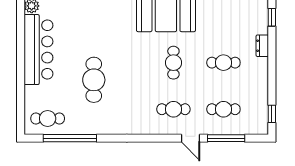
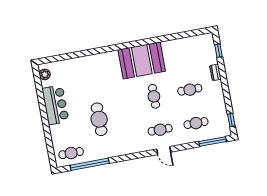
bar counter: (38, 50) -> (55, 105), width x0.73
door: (190, 138) -> (164, 151), moved
window: (226, 138) -> (213, 141), moved

